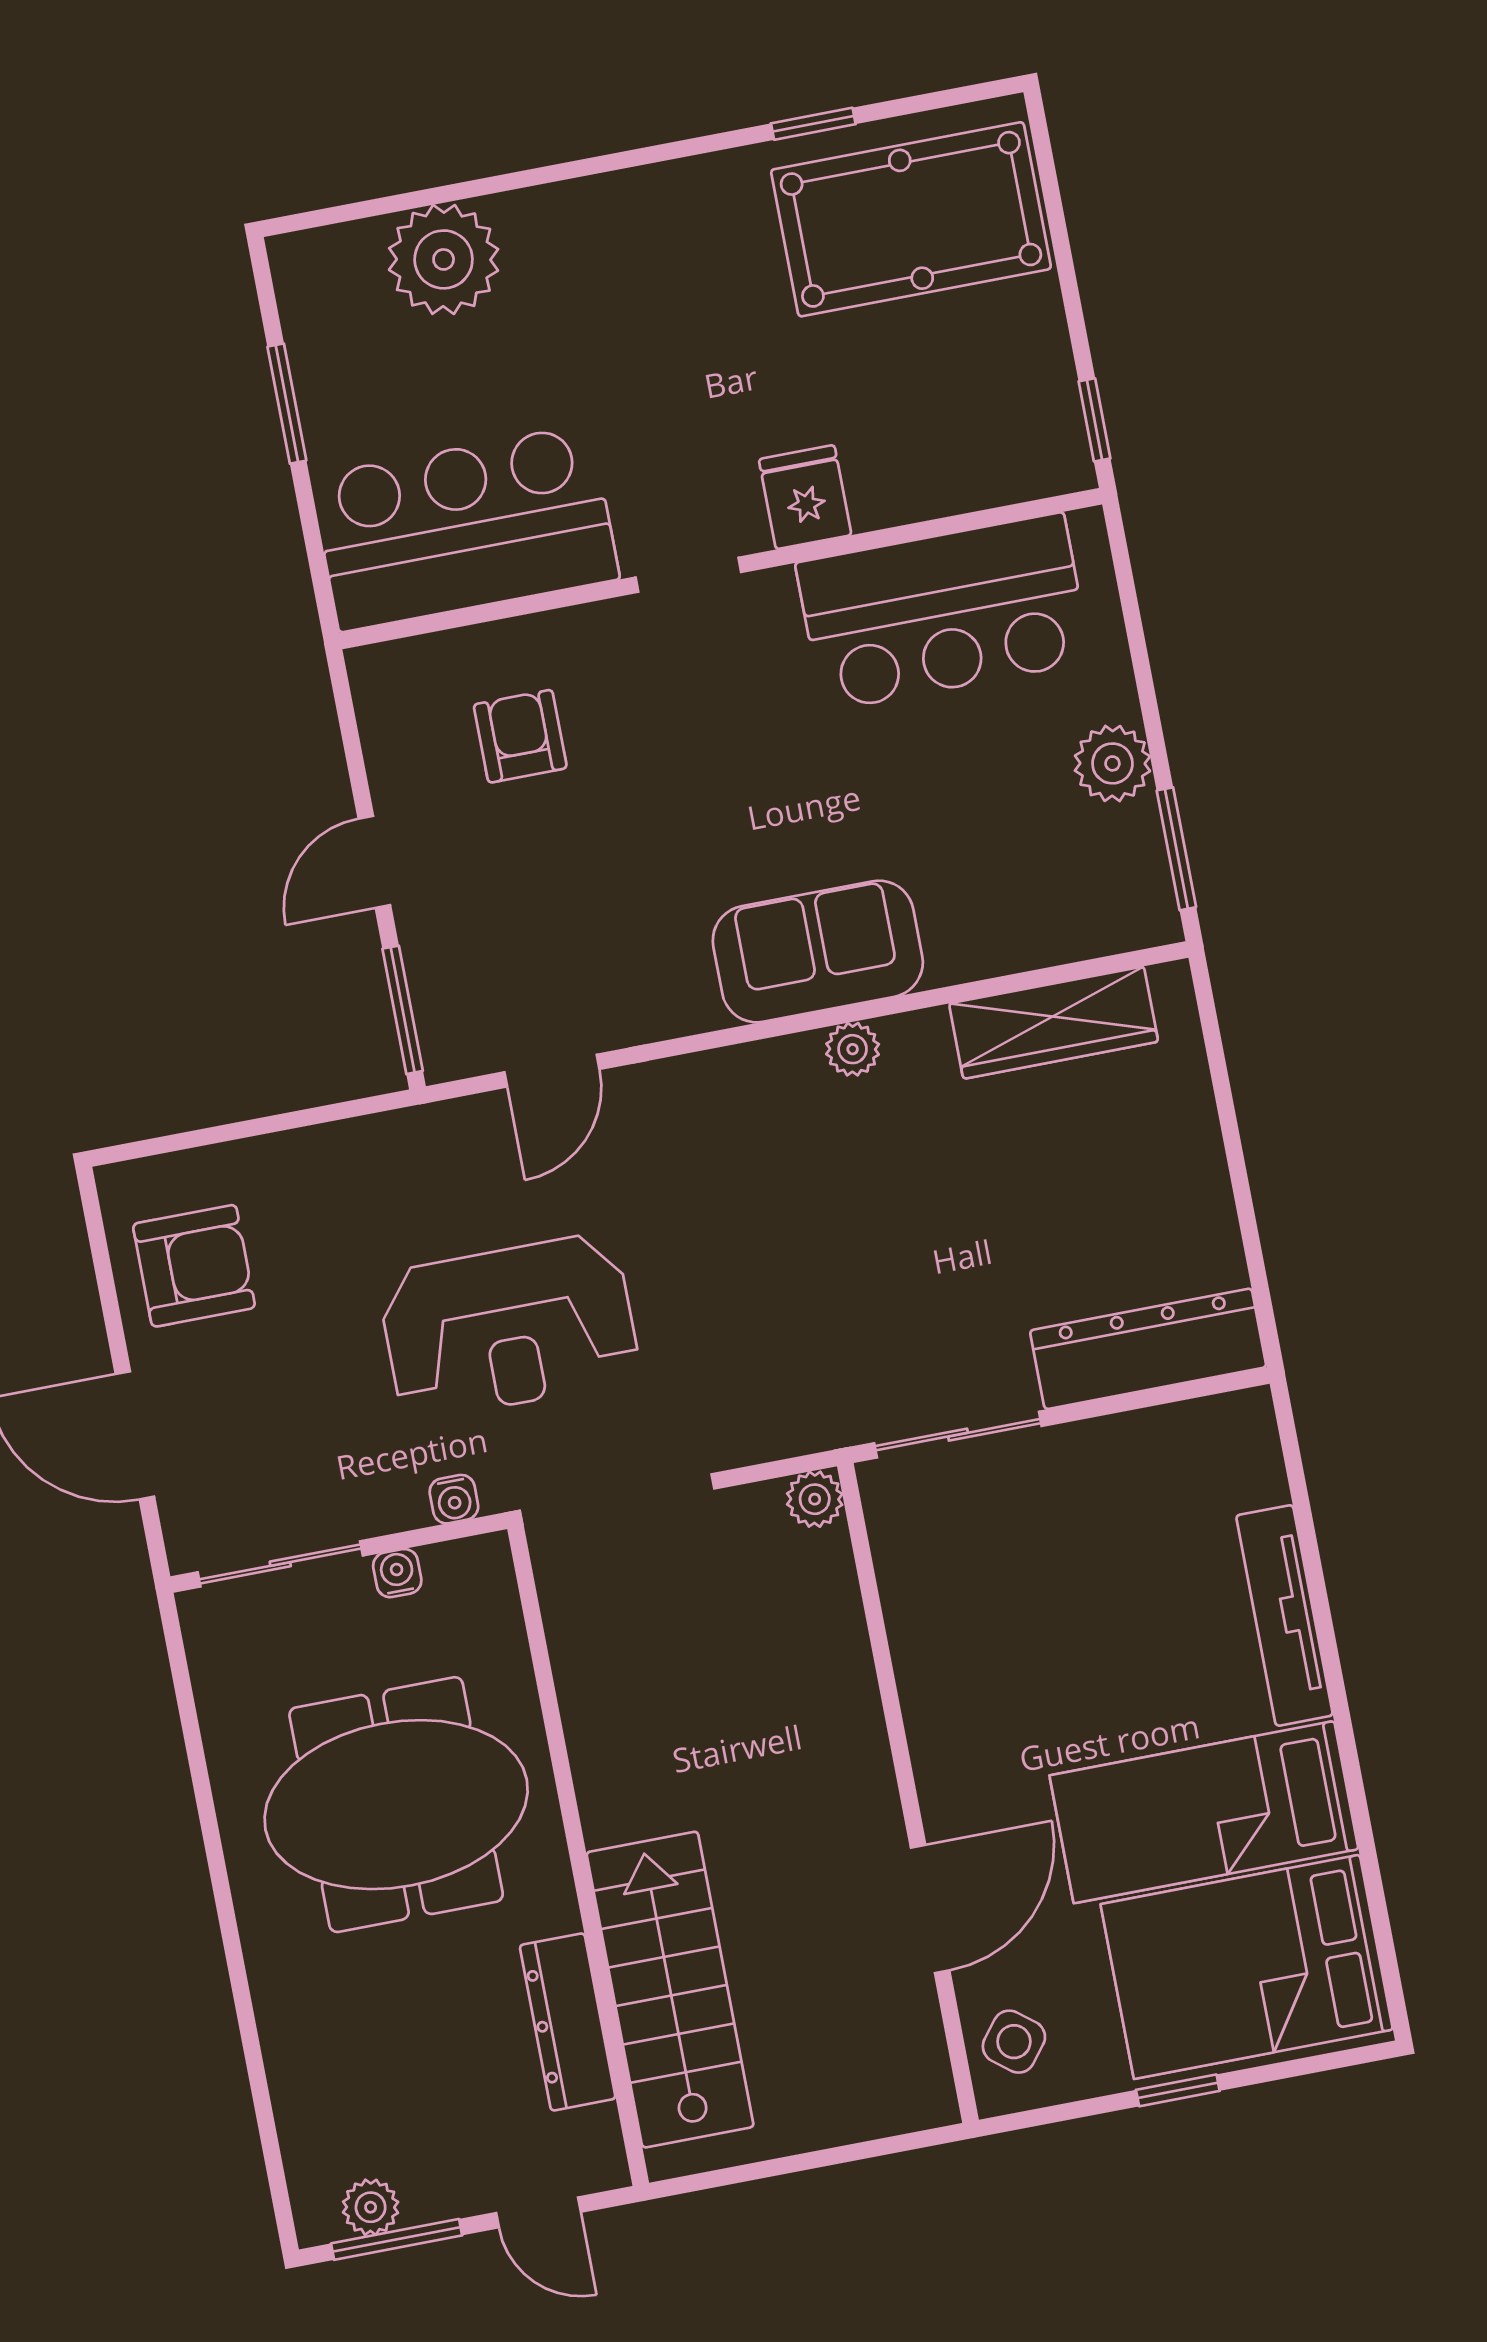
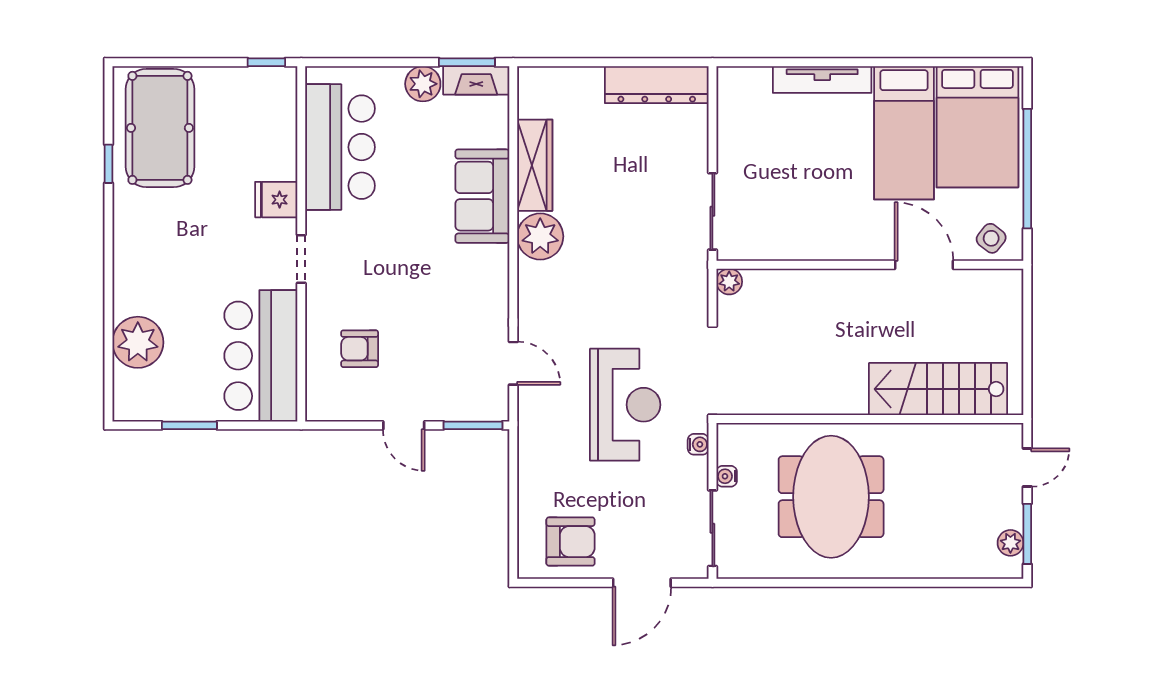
fireplace: (1142, 876) -> (476, 80), added
sofa: (818, 952) -> (482, 196), moved
wardrobe: (1054, 1023) -> (535, 165), moved
plant: (853, 1049) -> (540, 236), width x1.87, depth x1.87
armchair: (194, 1266) -> (570, 542), turned 90
dresser: (1148, 1349) -> (657, 85), moved, turned -90
dresser: (568, 2022) -> (944, 438), removed
window: (1178, 2090) -> (1027, 169), width x3.17

